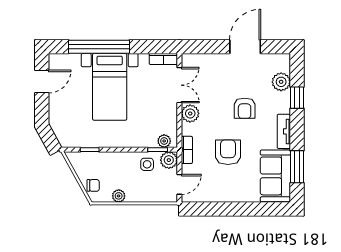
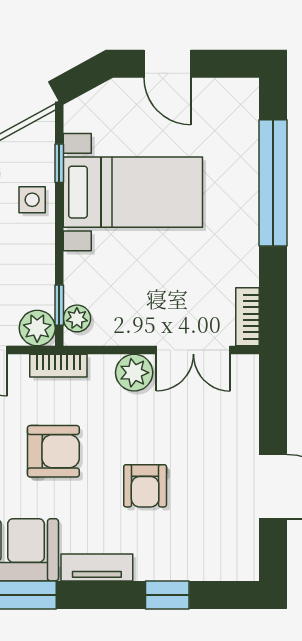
door: (42, 82) -> (167, 64), moved
plant: (281, 82) -> (200, 562), removed
bed with nightstands: (110, 87) -> (133, 192), moved, turned 180
armchair: (245, 108) -> (145, 486), turned -90
side table: (147, 164) -> (32, 200), moved

